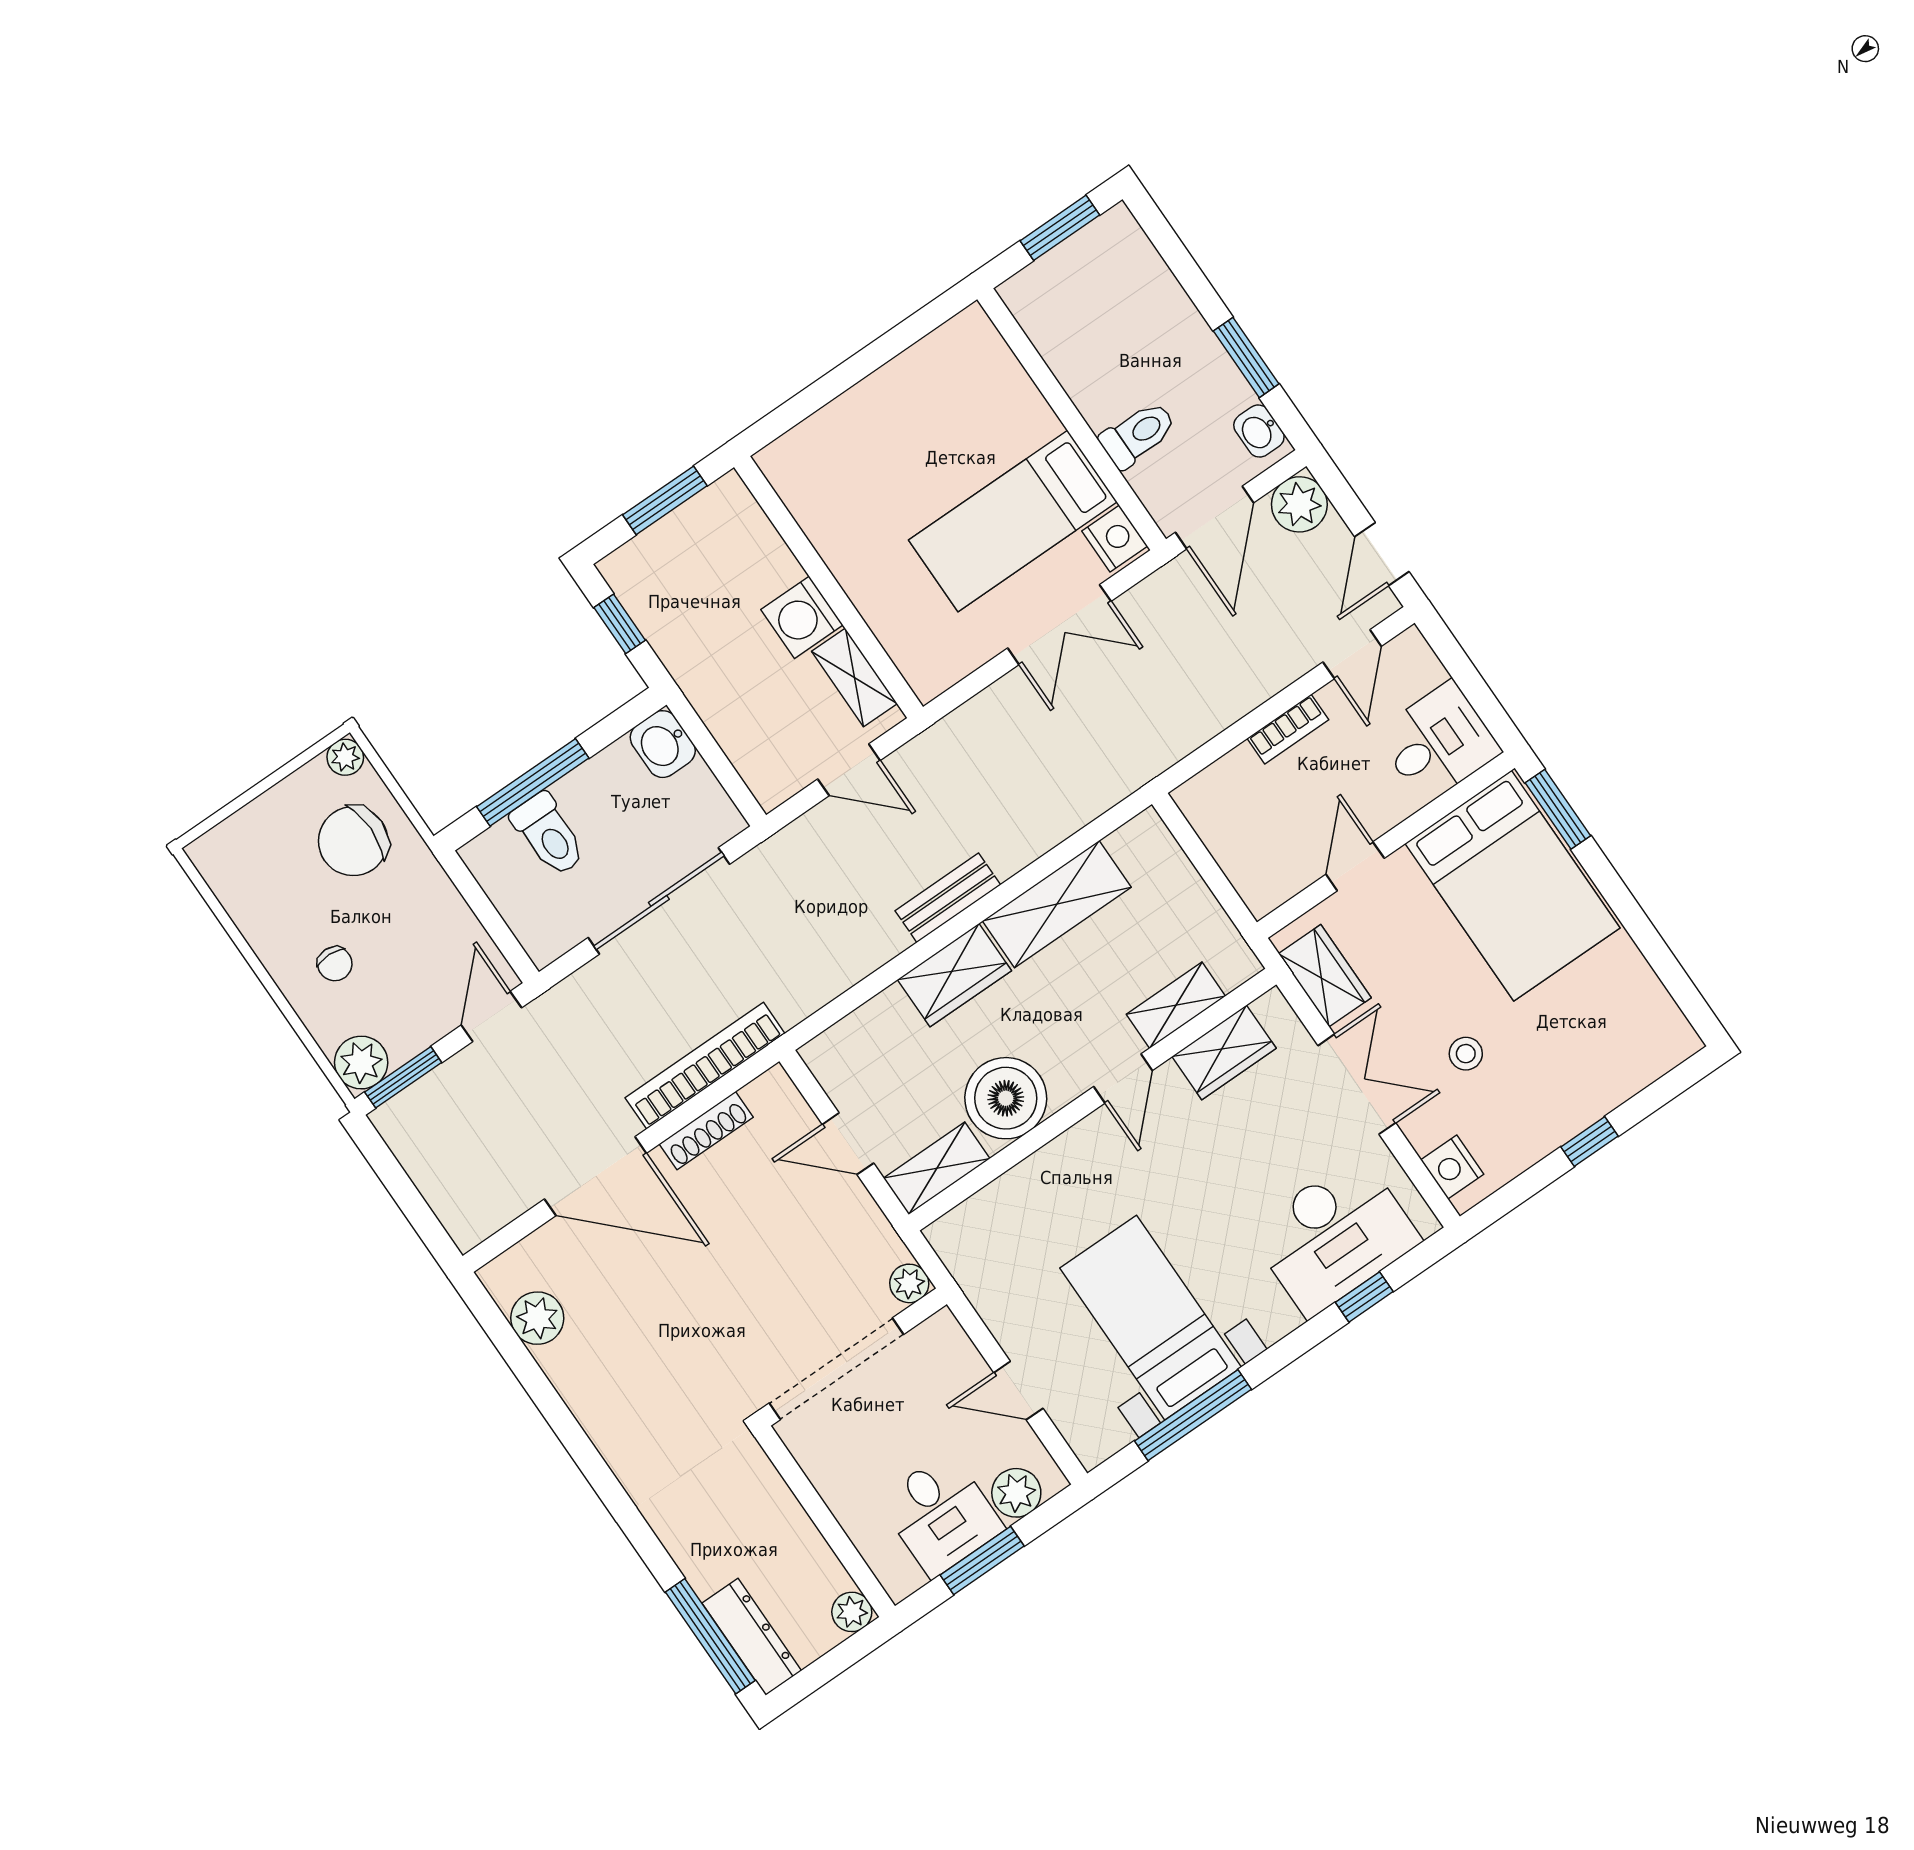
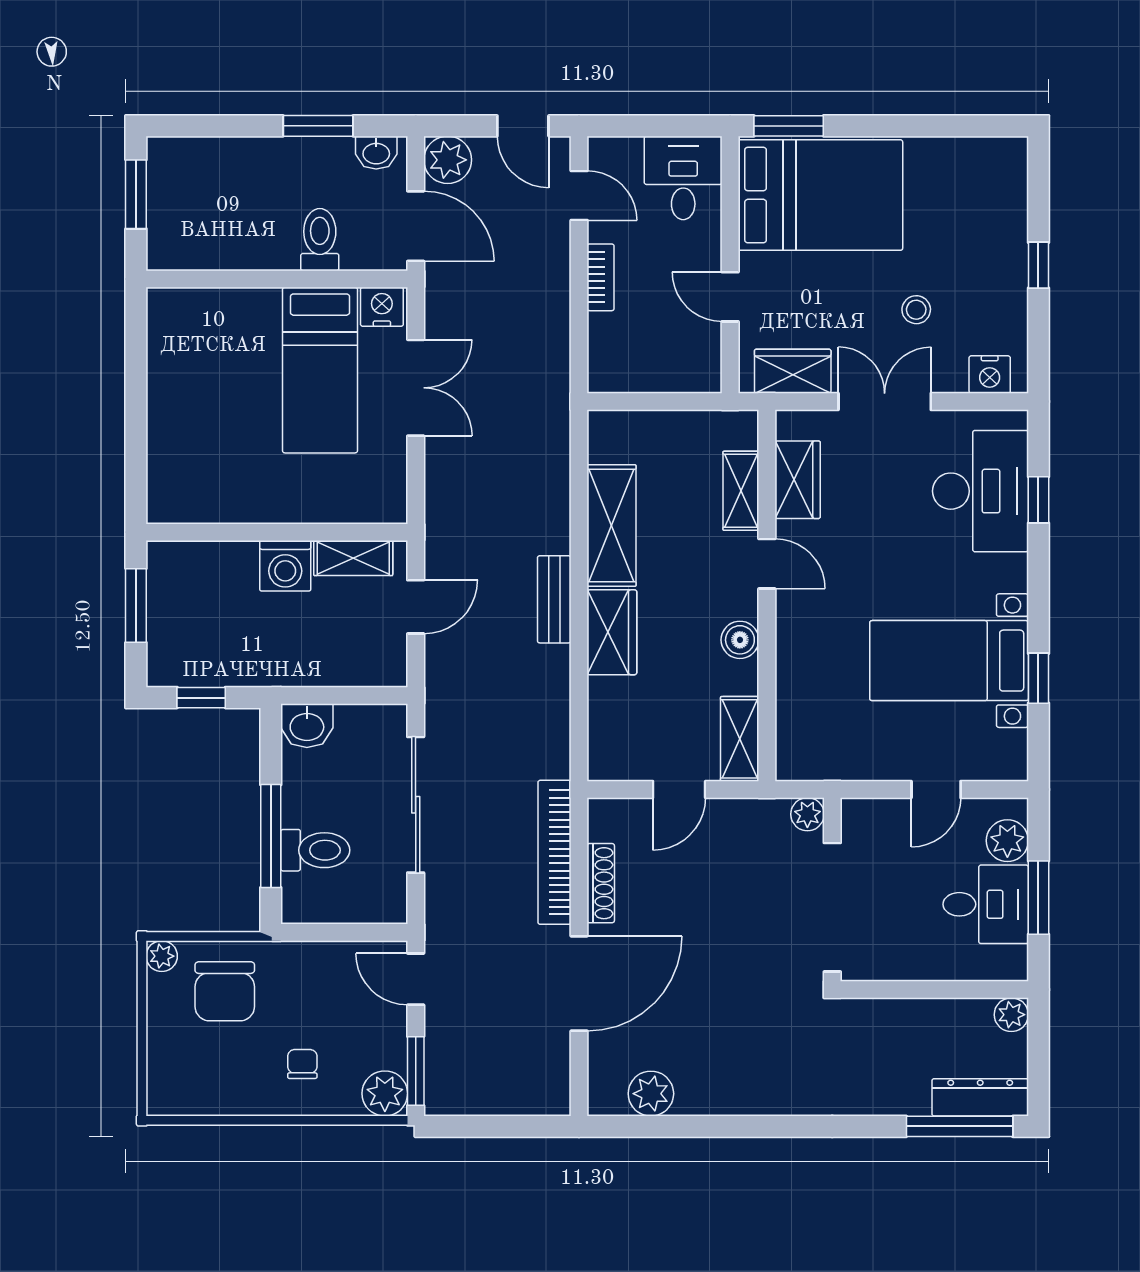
chair: (335, 964) -> (302, 1064), turned -92
boiler: (1006, 1098) -> (740, 640), width x0.54, depth x0.54
window: (1193, 1415) -> (1038, 678), width x0.46

